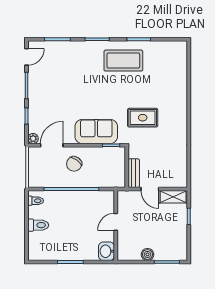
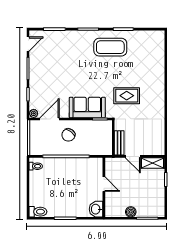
door: (116, 222) -> (104, 184), swing flipped
toilet: (38, 225) -> (38, 212), moved

